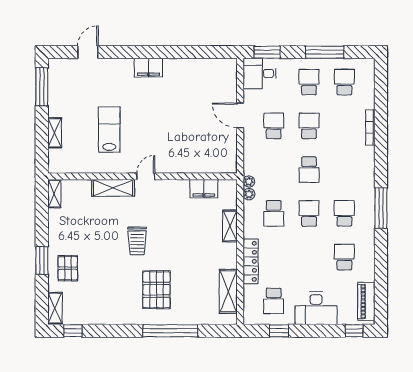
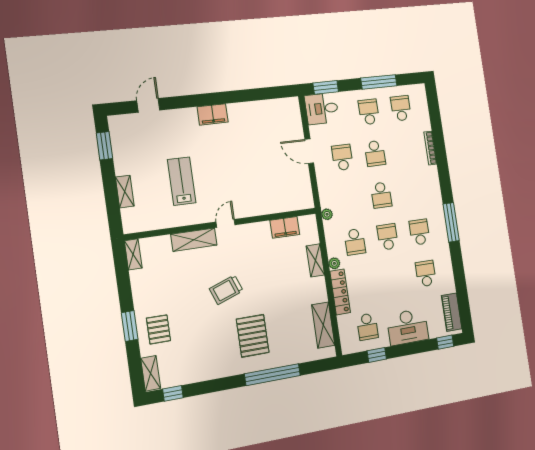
window: (42, 87) -> (104, 146), width x0.69
school desk: (309, 126) -> (375, 153), turned 180
plant: (249, 194) -> (334, 263), moved
trolley: (137, 241) -> (226, 290), turned 70

